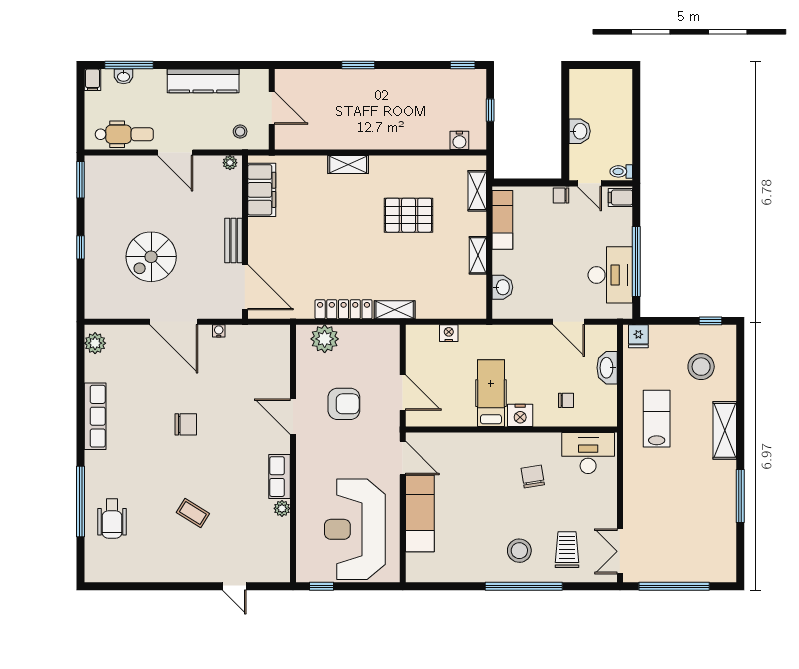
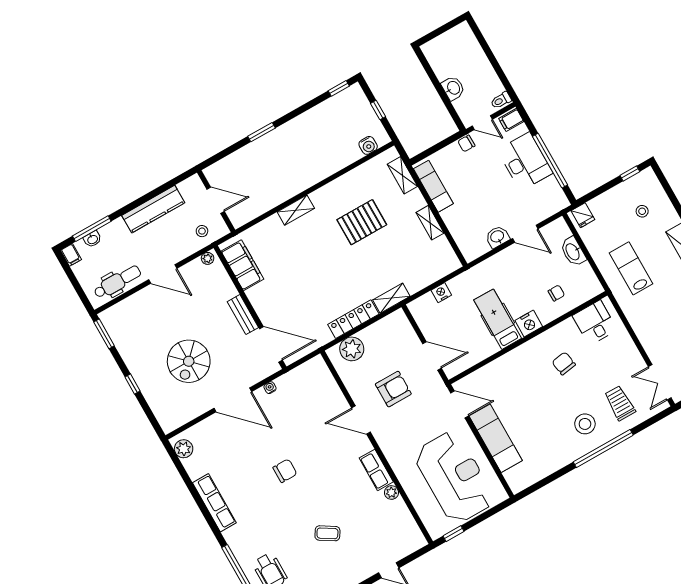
desk: (610, 275) -> (525, 162), moved
washbasin: (502, 287) -> (497, 237), moved, turned -90
stool: (701, 367) -> (642, 211), width x0.53, depth x0.53
desk: (588, 453) -> (595, 323), width x0.73
reception desk: (355, 529) -> (454, 477), turned 180

